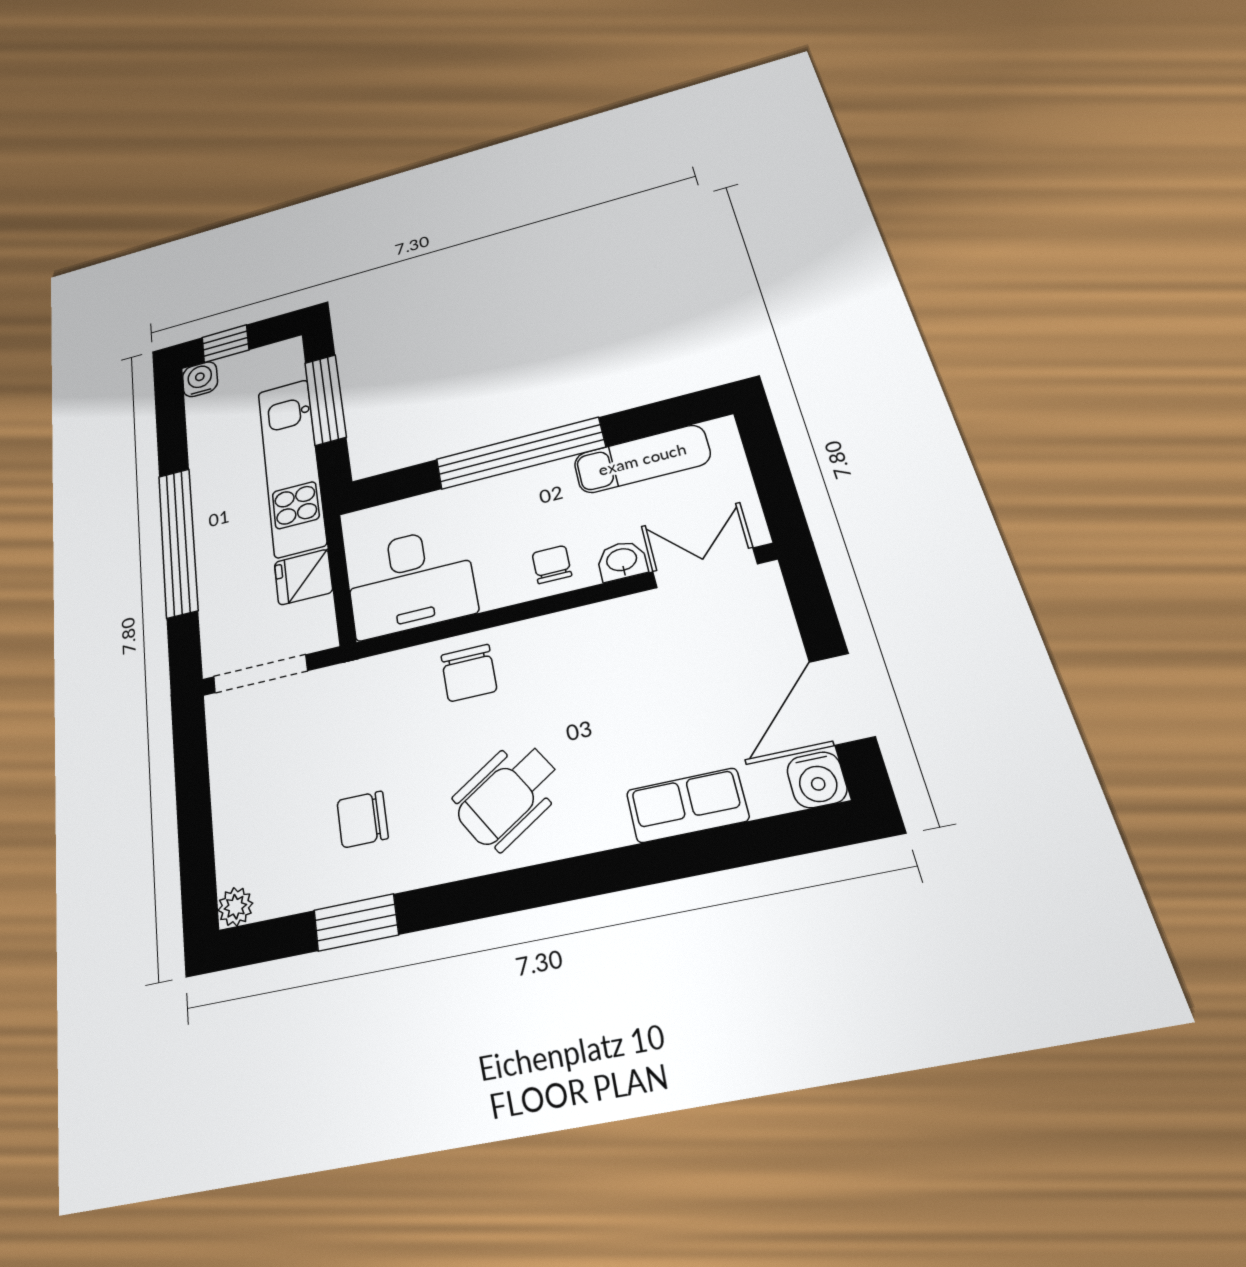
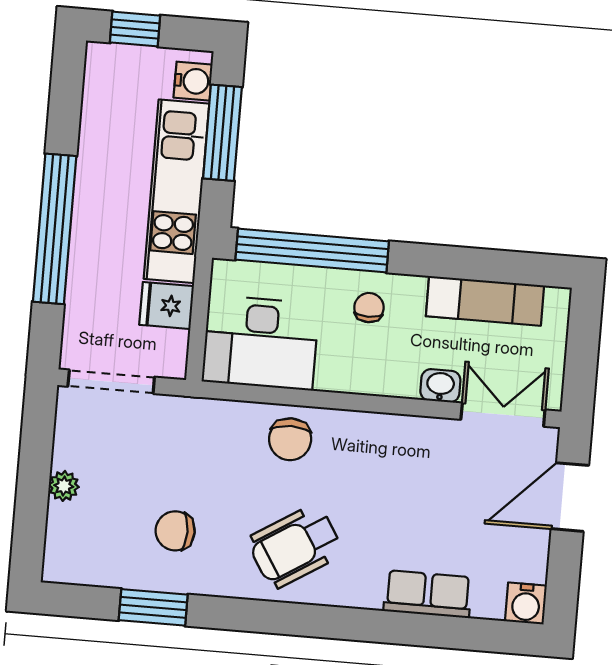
water cooler: (200, 379) -> (193, 81), moved, turned 90
window: (520, 453) -> (312, 250), moved
chair: (552, 564) -> (369, 308), moved
door: (842, 699) -> (570, 497), moved
plant: (235, 907) -> (64, 486), moved

